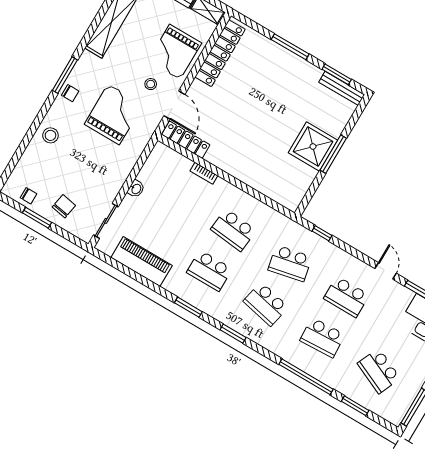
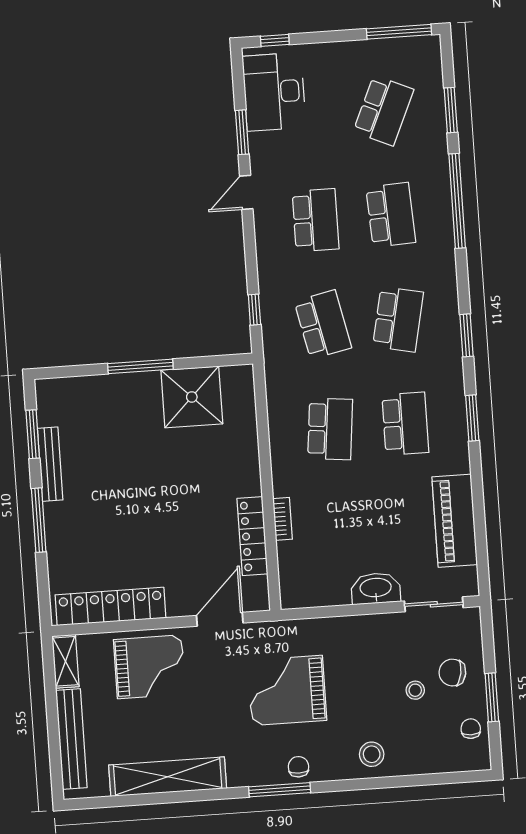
stool: (151, 84) -> (415, 690), moved
bench: (342, 88) -> (50, 464), moved
locker: (186, 140) -> (252, 536), moved
shower: (313, 147) -> (192, 397), moved
washbasin: (136, 189) -> (376, 588), width x1.91, depth x1.45

